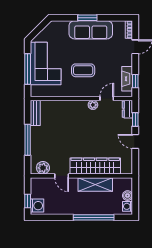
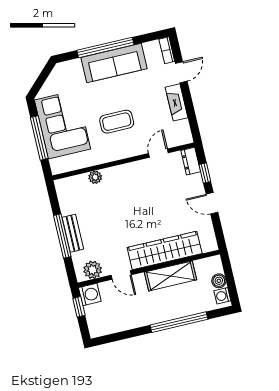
window: (87, 18) -> (105, 48), width x2.11
fireplace: (127, 79) -> (177, 102), moved
window: (135, 81) -> (192, 120), removed
plant: (93, 105) -> (95, 177), moved
bench: (35, 113) -> (73, 233), moved
window: (28, 201) -> (79, 307), moved
washing machine: (37, 206) -> (90, 294), moved

